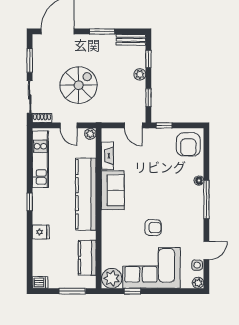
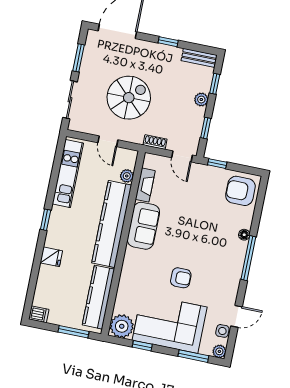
window: (102, 31) -> (168, 42), width x0.67
shoe rack: (42, 118) -> (155, 142), moved
plant: (90, 134) -> (127, 176), moved
armchair: (188, 144) -> (240, 191), turned 90
kitchen counter: (87, 258) -> (98, 297), width x1.50
window: (177, 291) -> (193, 356), added

